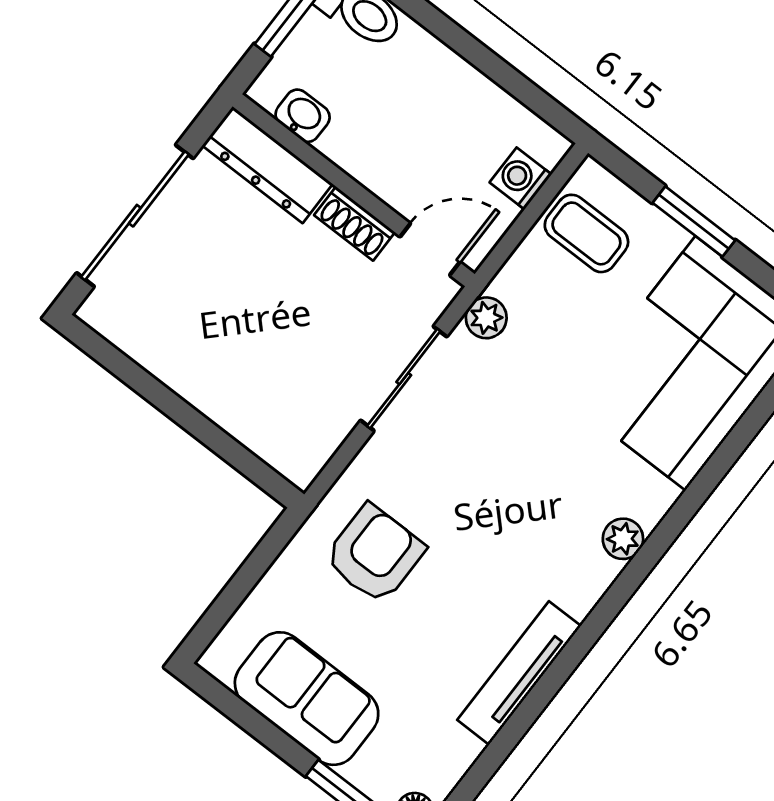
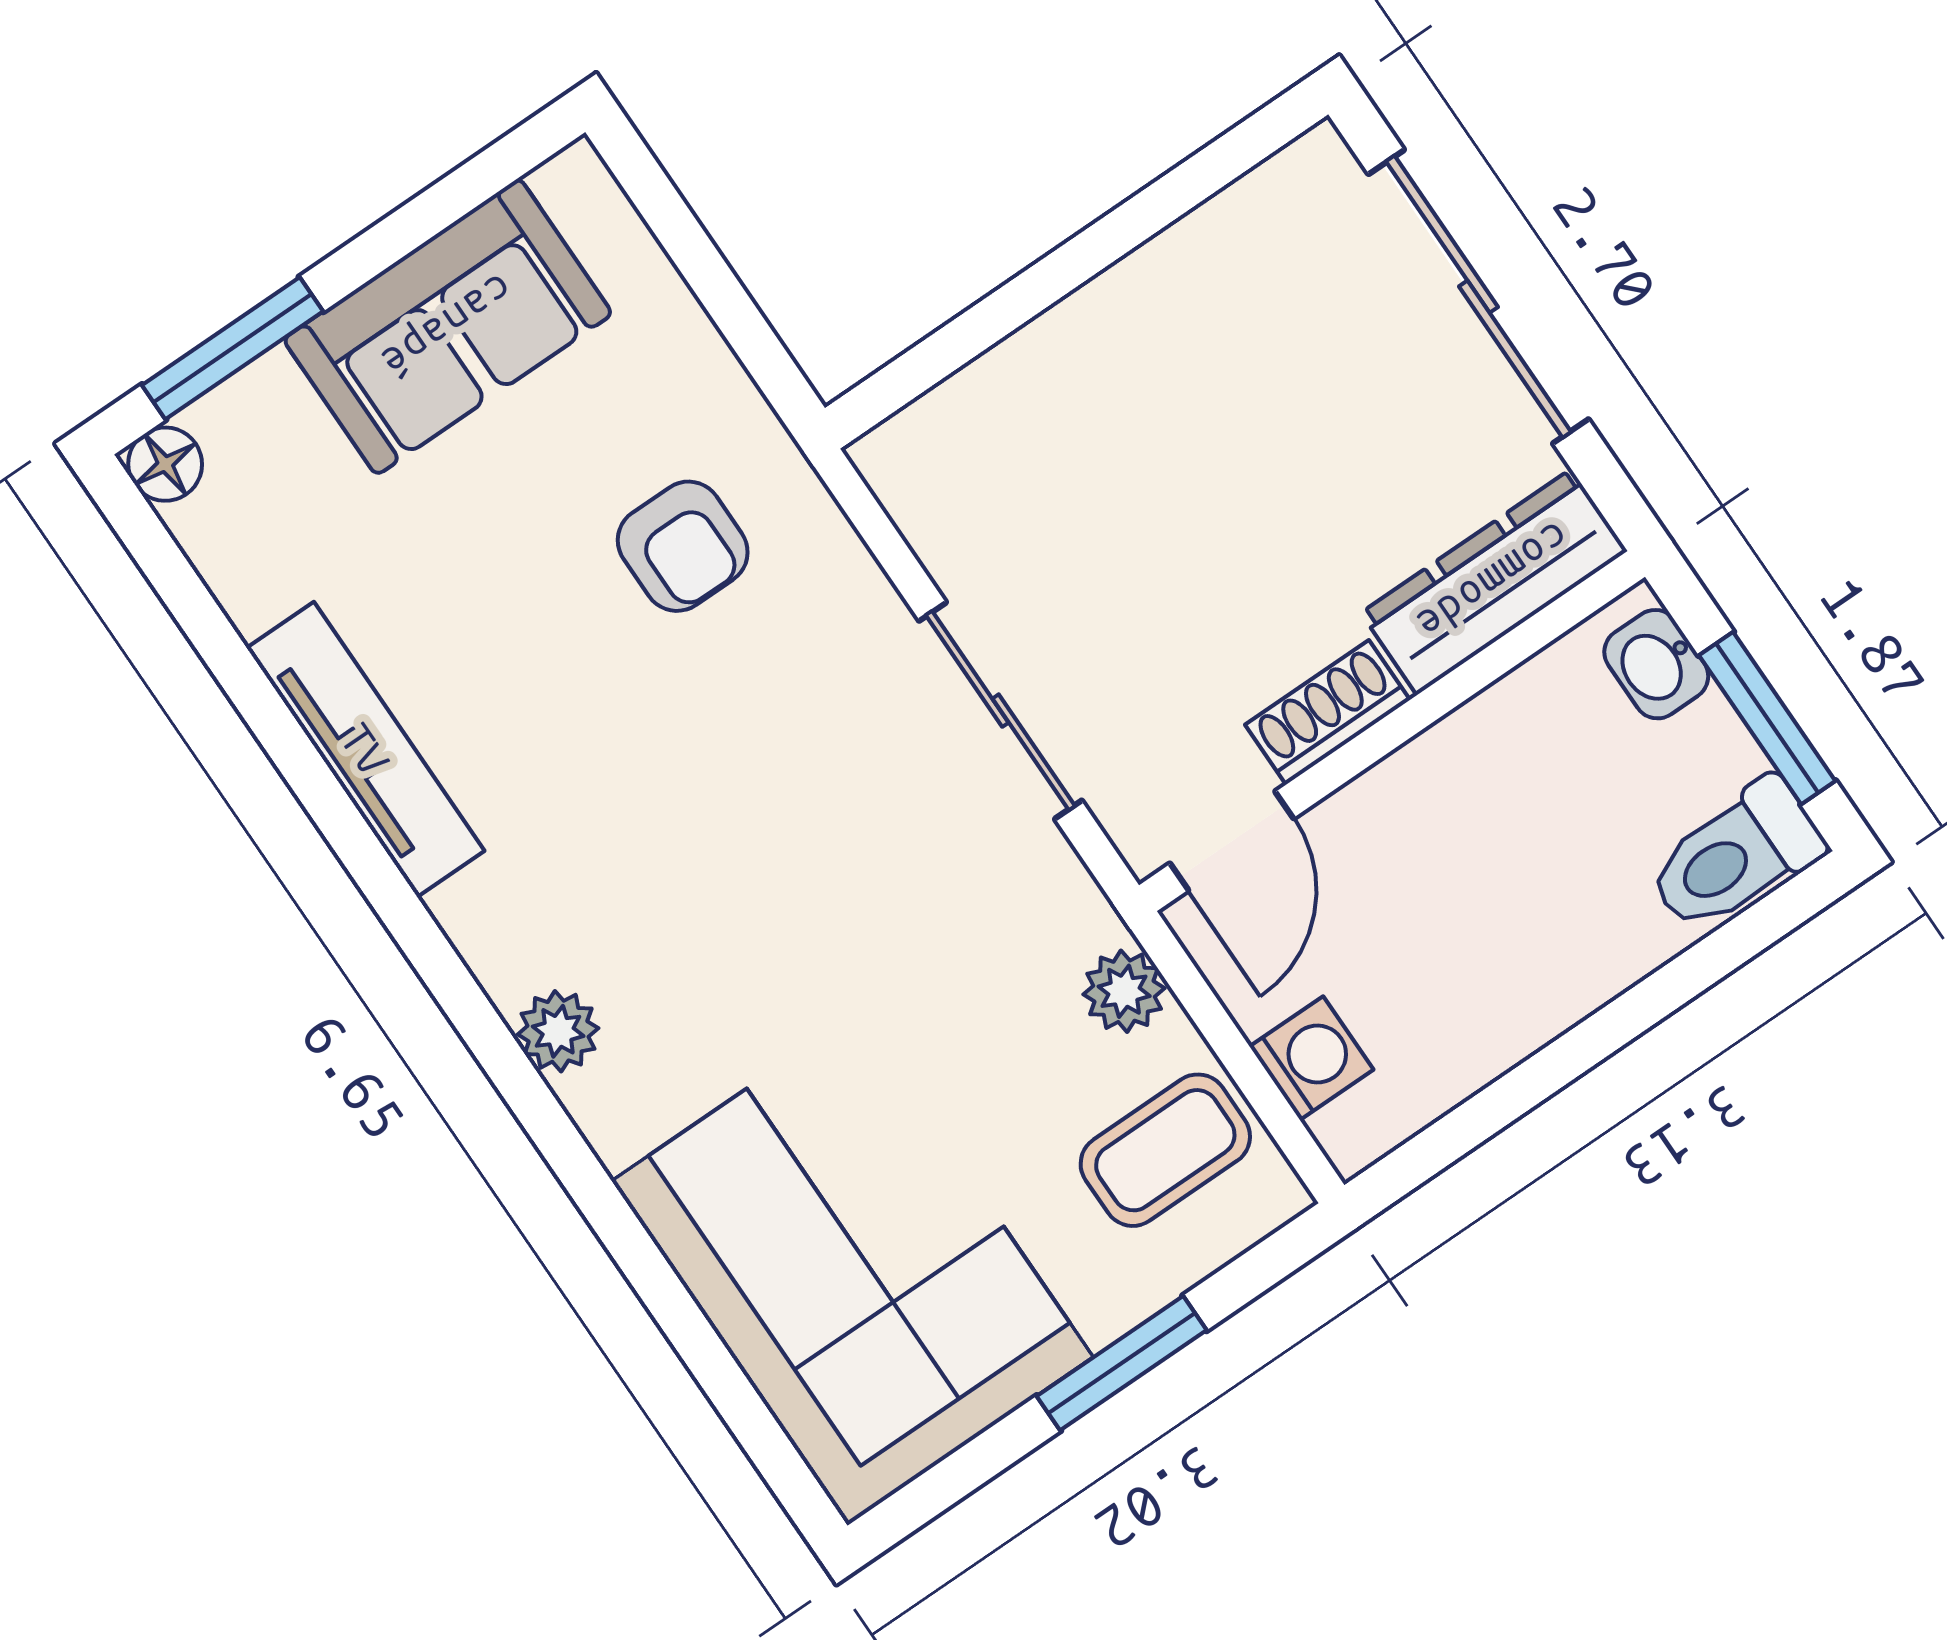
washbasin: (303, 116) -> (1656, 664), moved, turned 90
plant: (486, 318) -> (1124, 991), moved
armchair: (375, 554) -> (683, 546), width x0.72, depth x0.72

